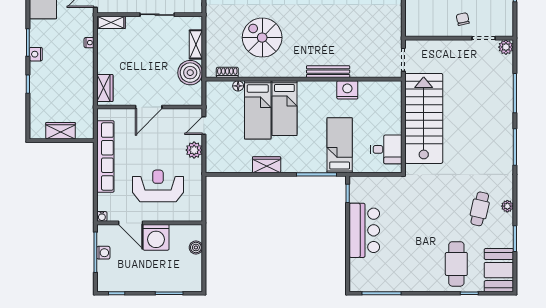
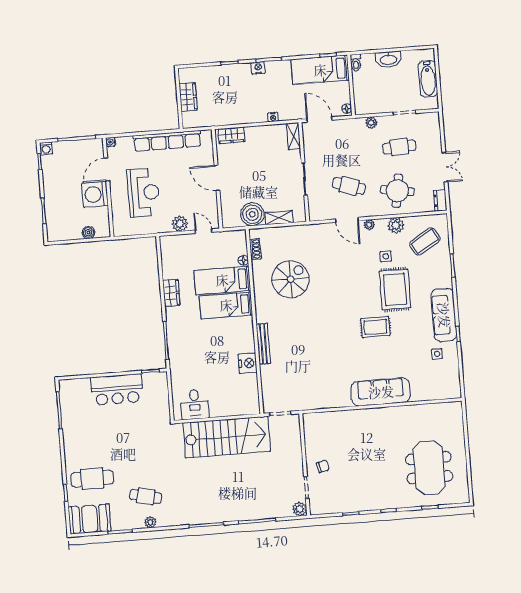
bed: (340, 145) -> (195, 360), removed
washing machine: (103, 253) -> (46, 148), moved

